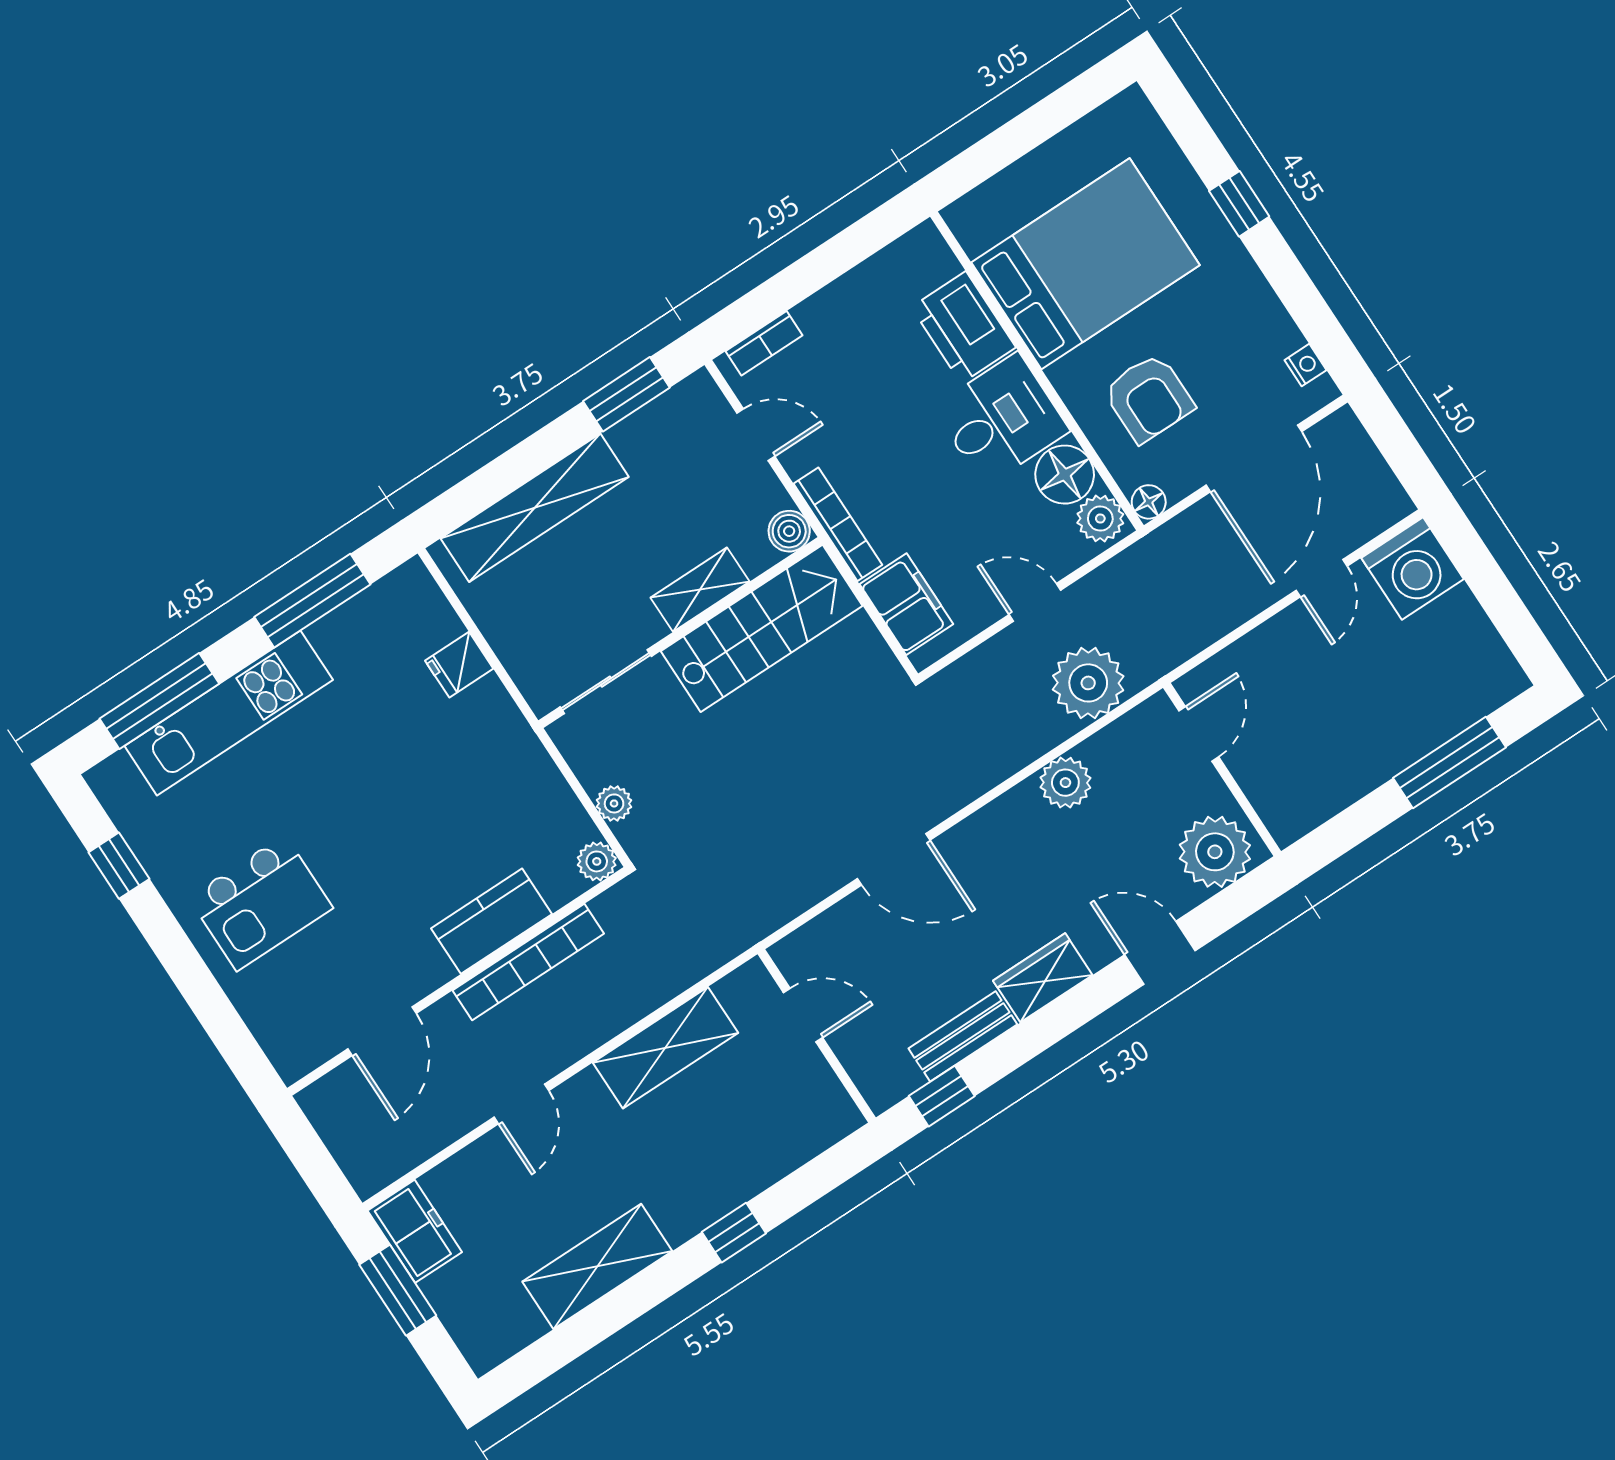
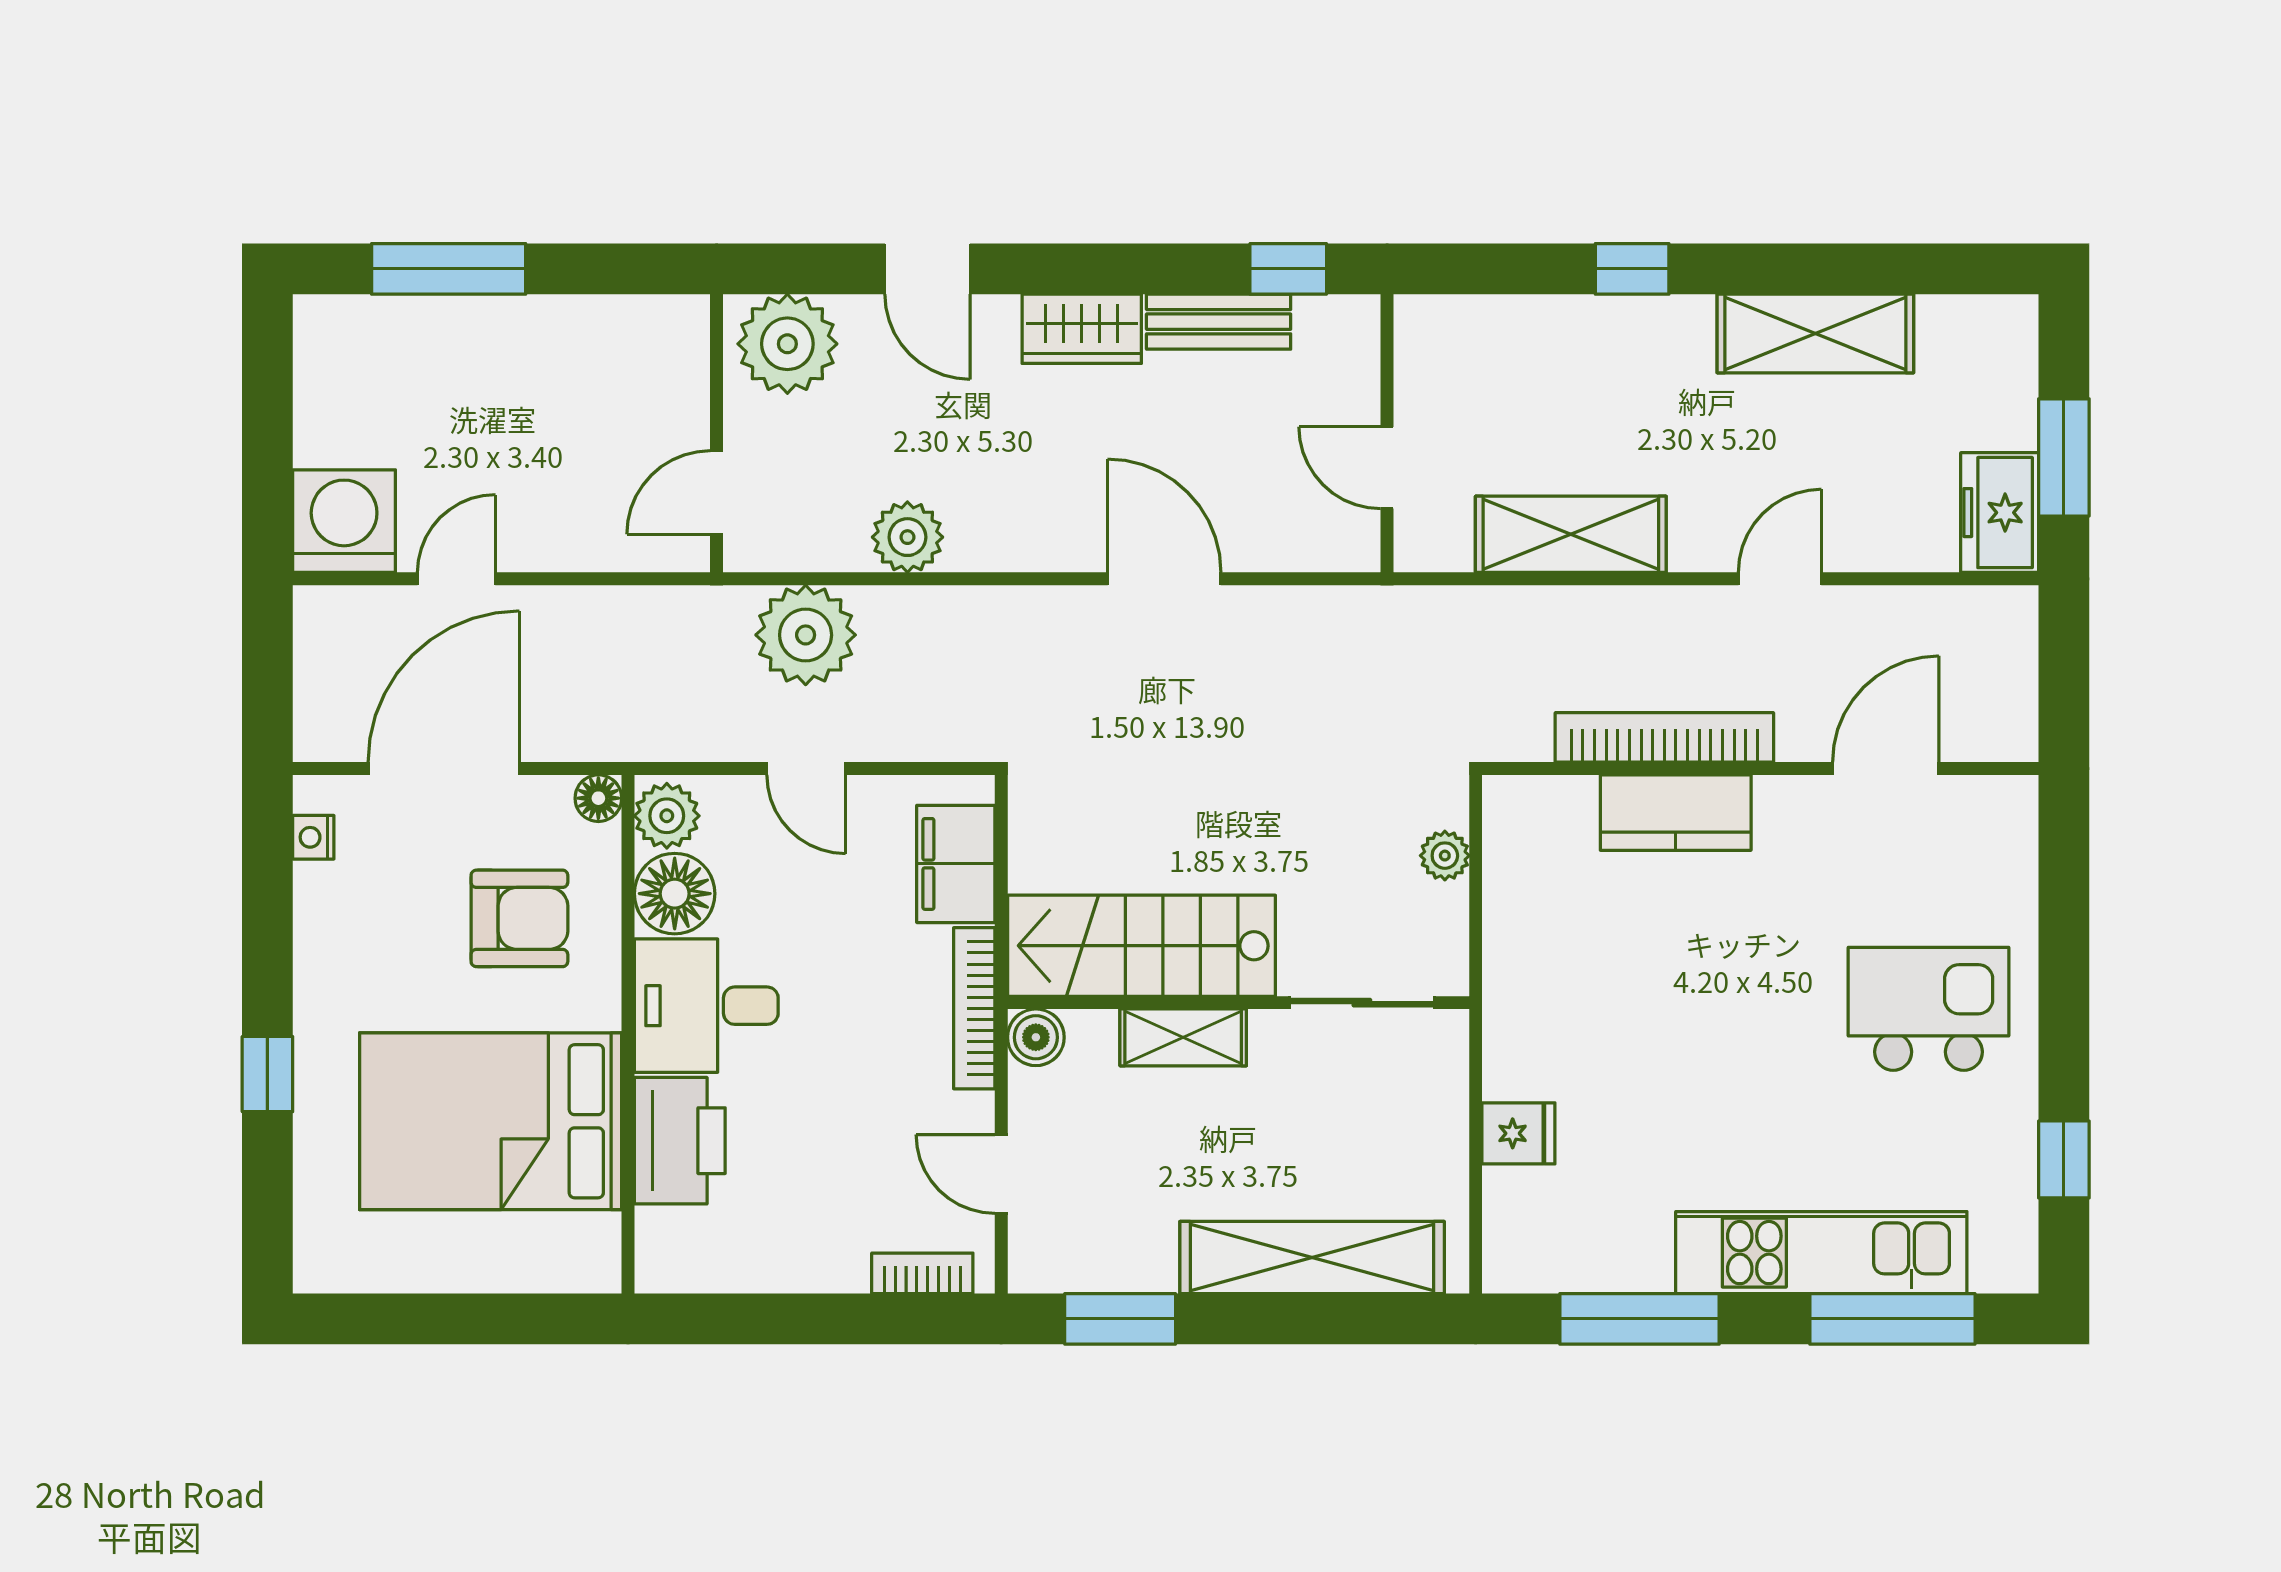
armchair: (1149, 398) -> (519, 918), turned 90
plant: (597, 861) -> (1509, 802), removed

